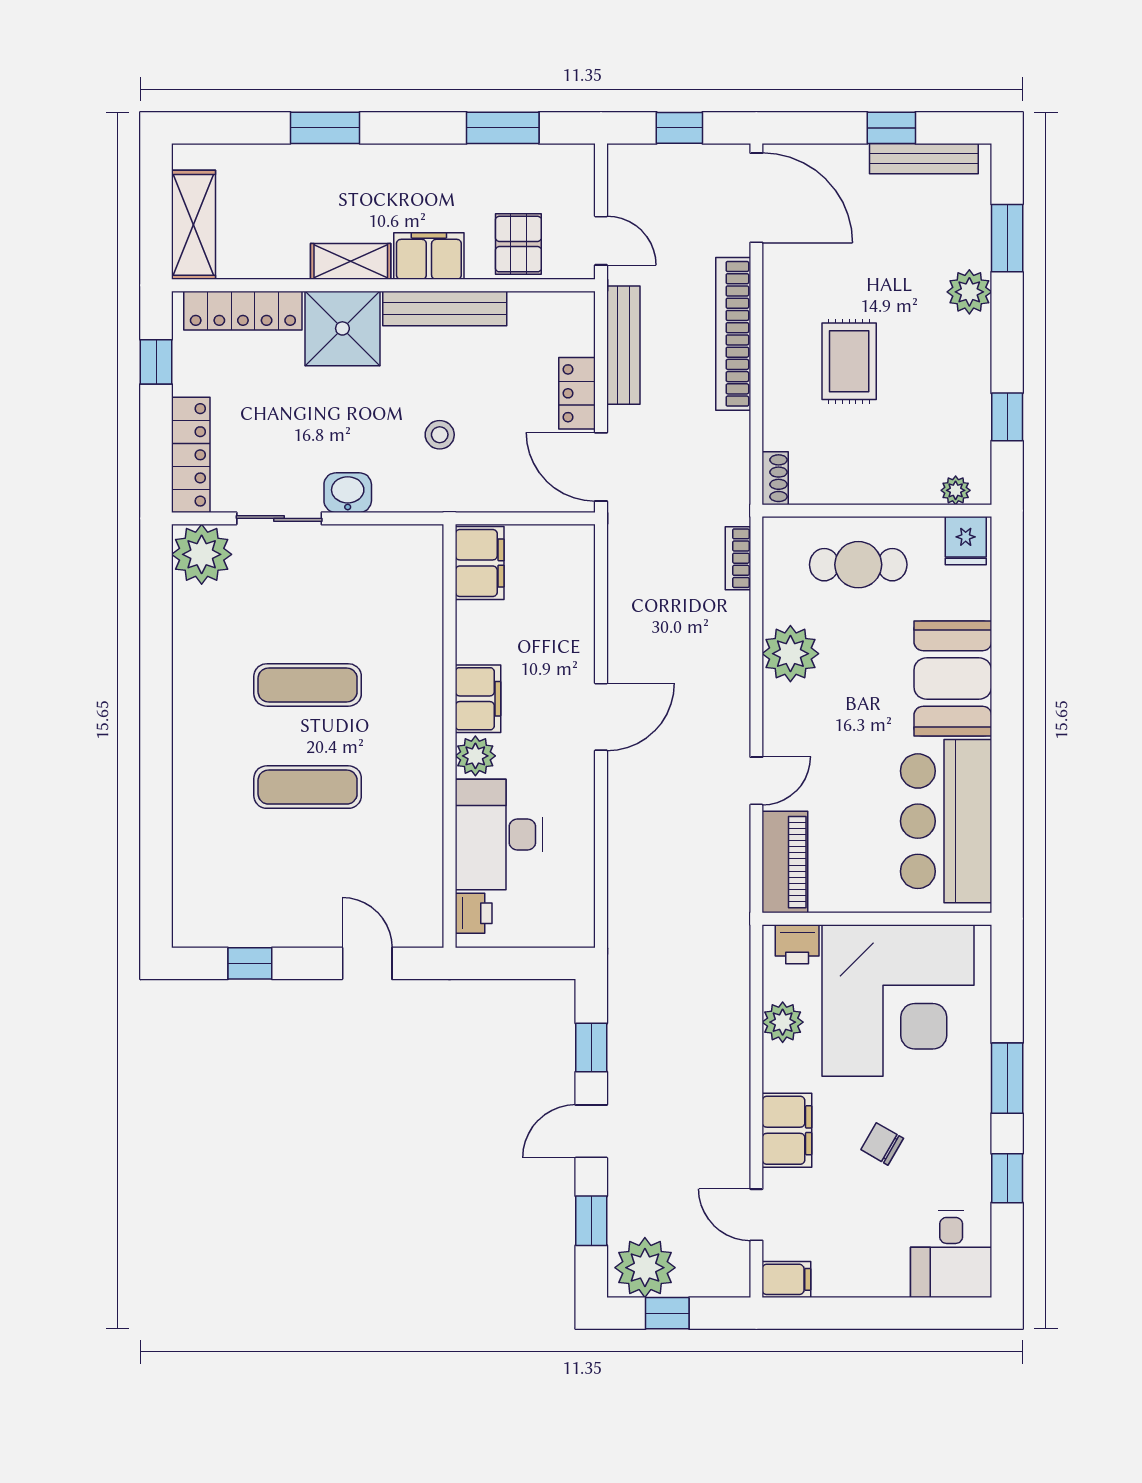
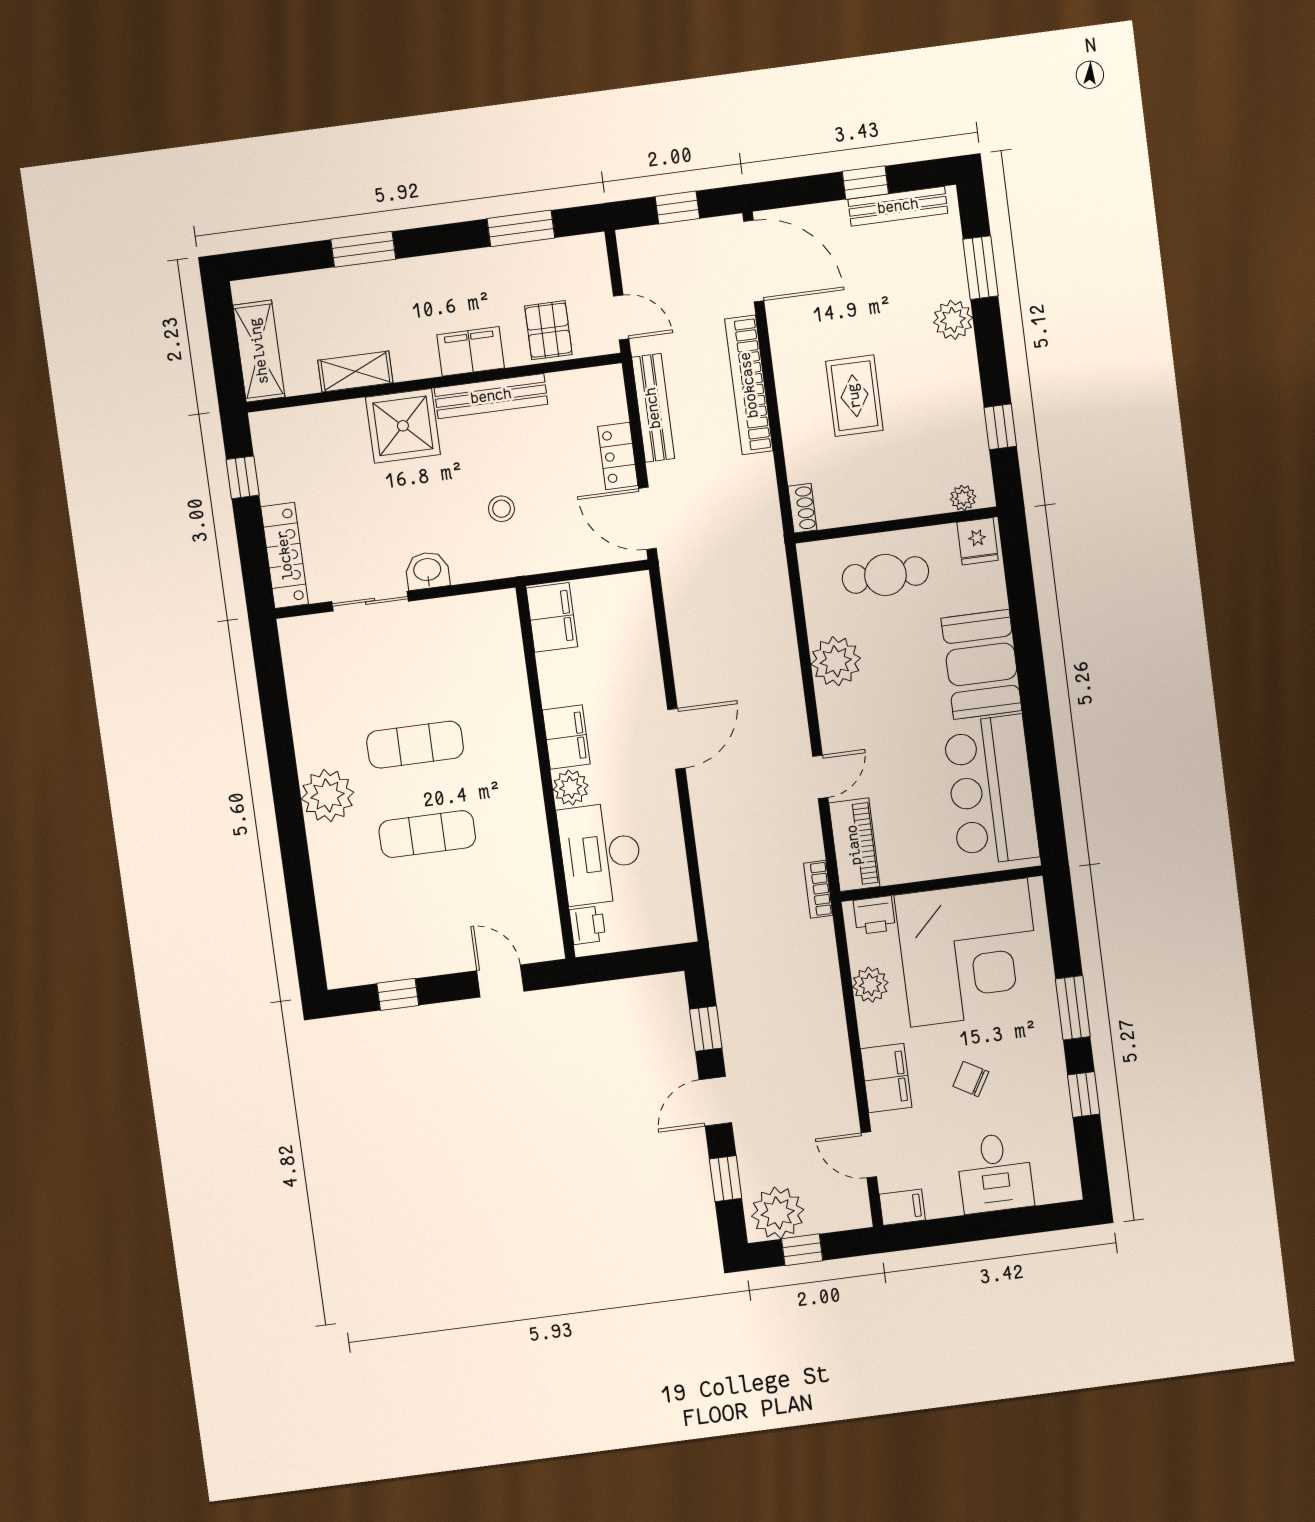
shelving: (351, 261) -> (355, 372), moved
locker: (243, 311) -> (313, 422), removed
plant: (202, 554) -> (327, 796), moved
bookcase: (738, 558) -> (818, 889), moved
desk: (951, 1254) -> (995, 1173), moved

